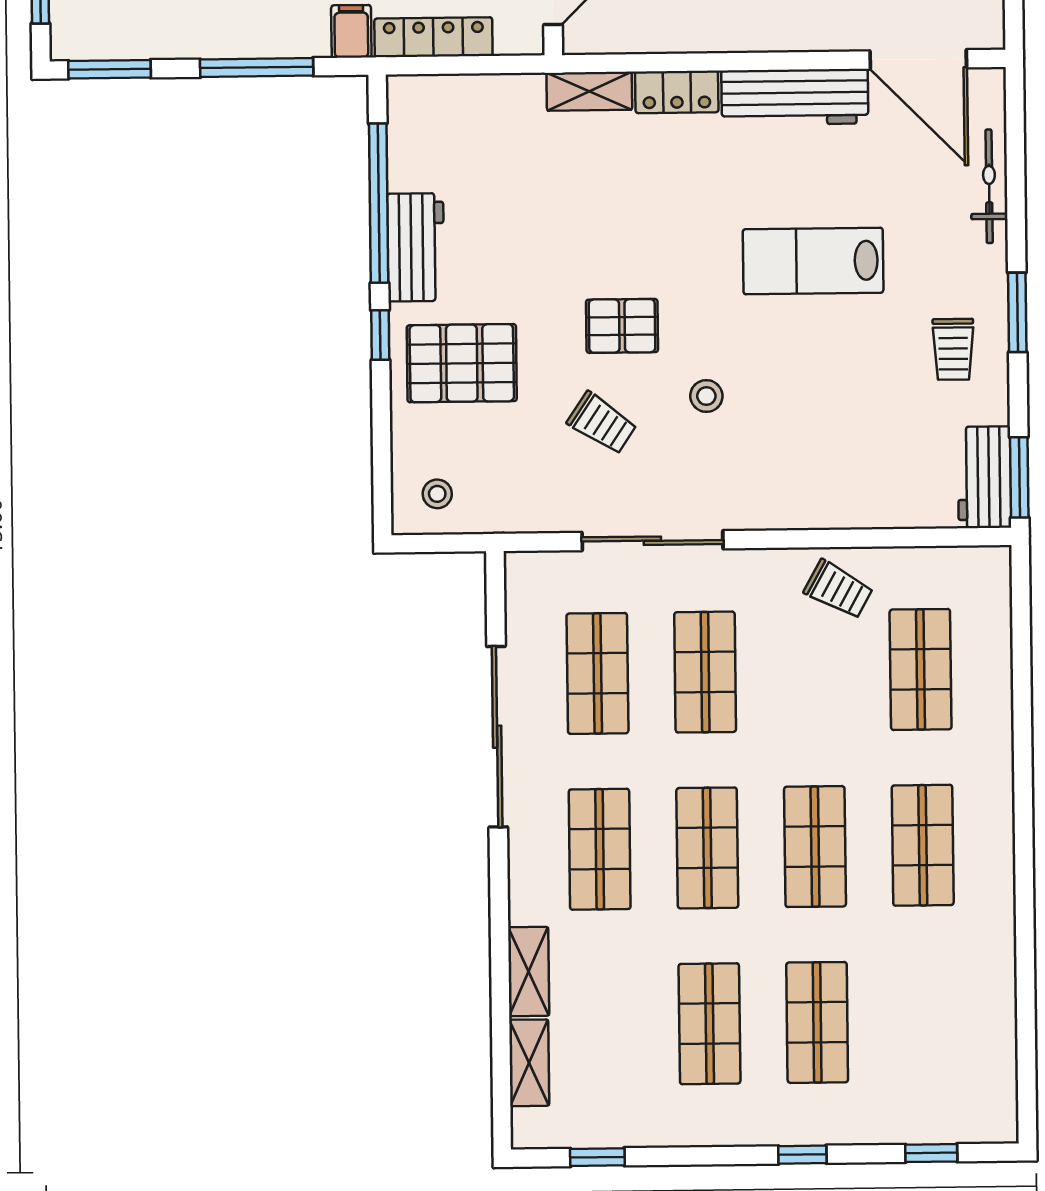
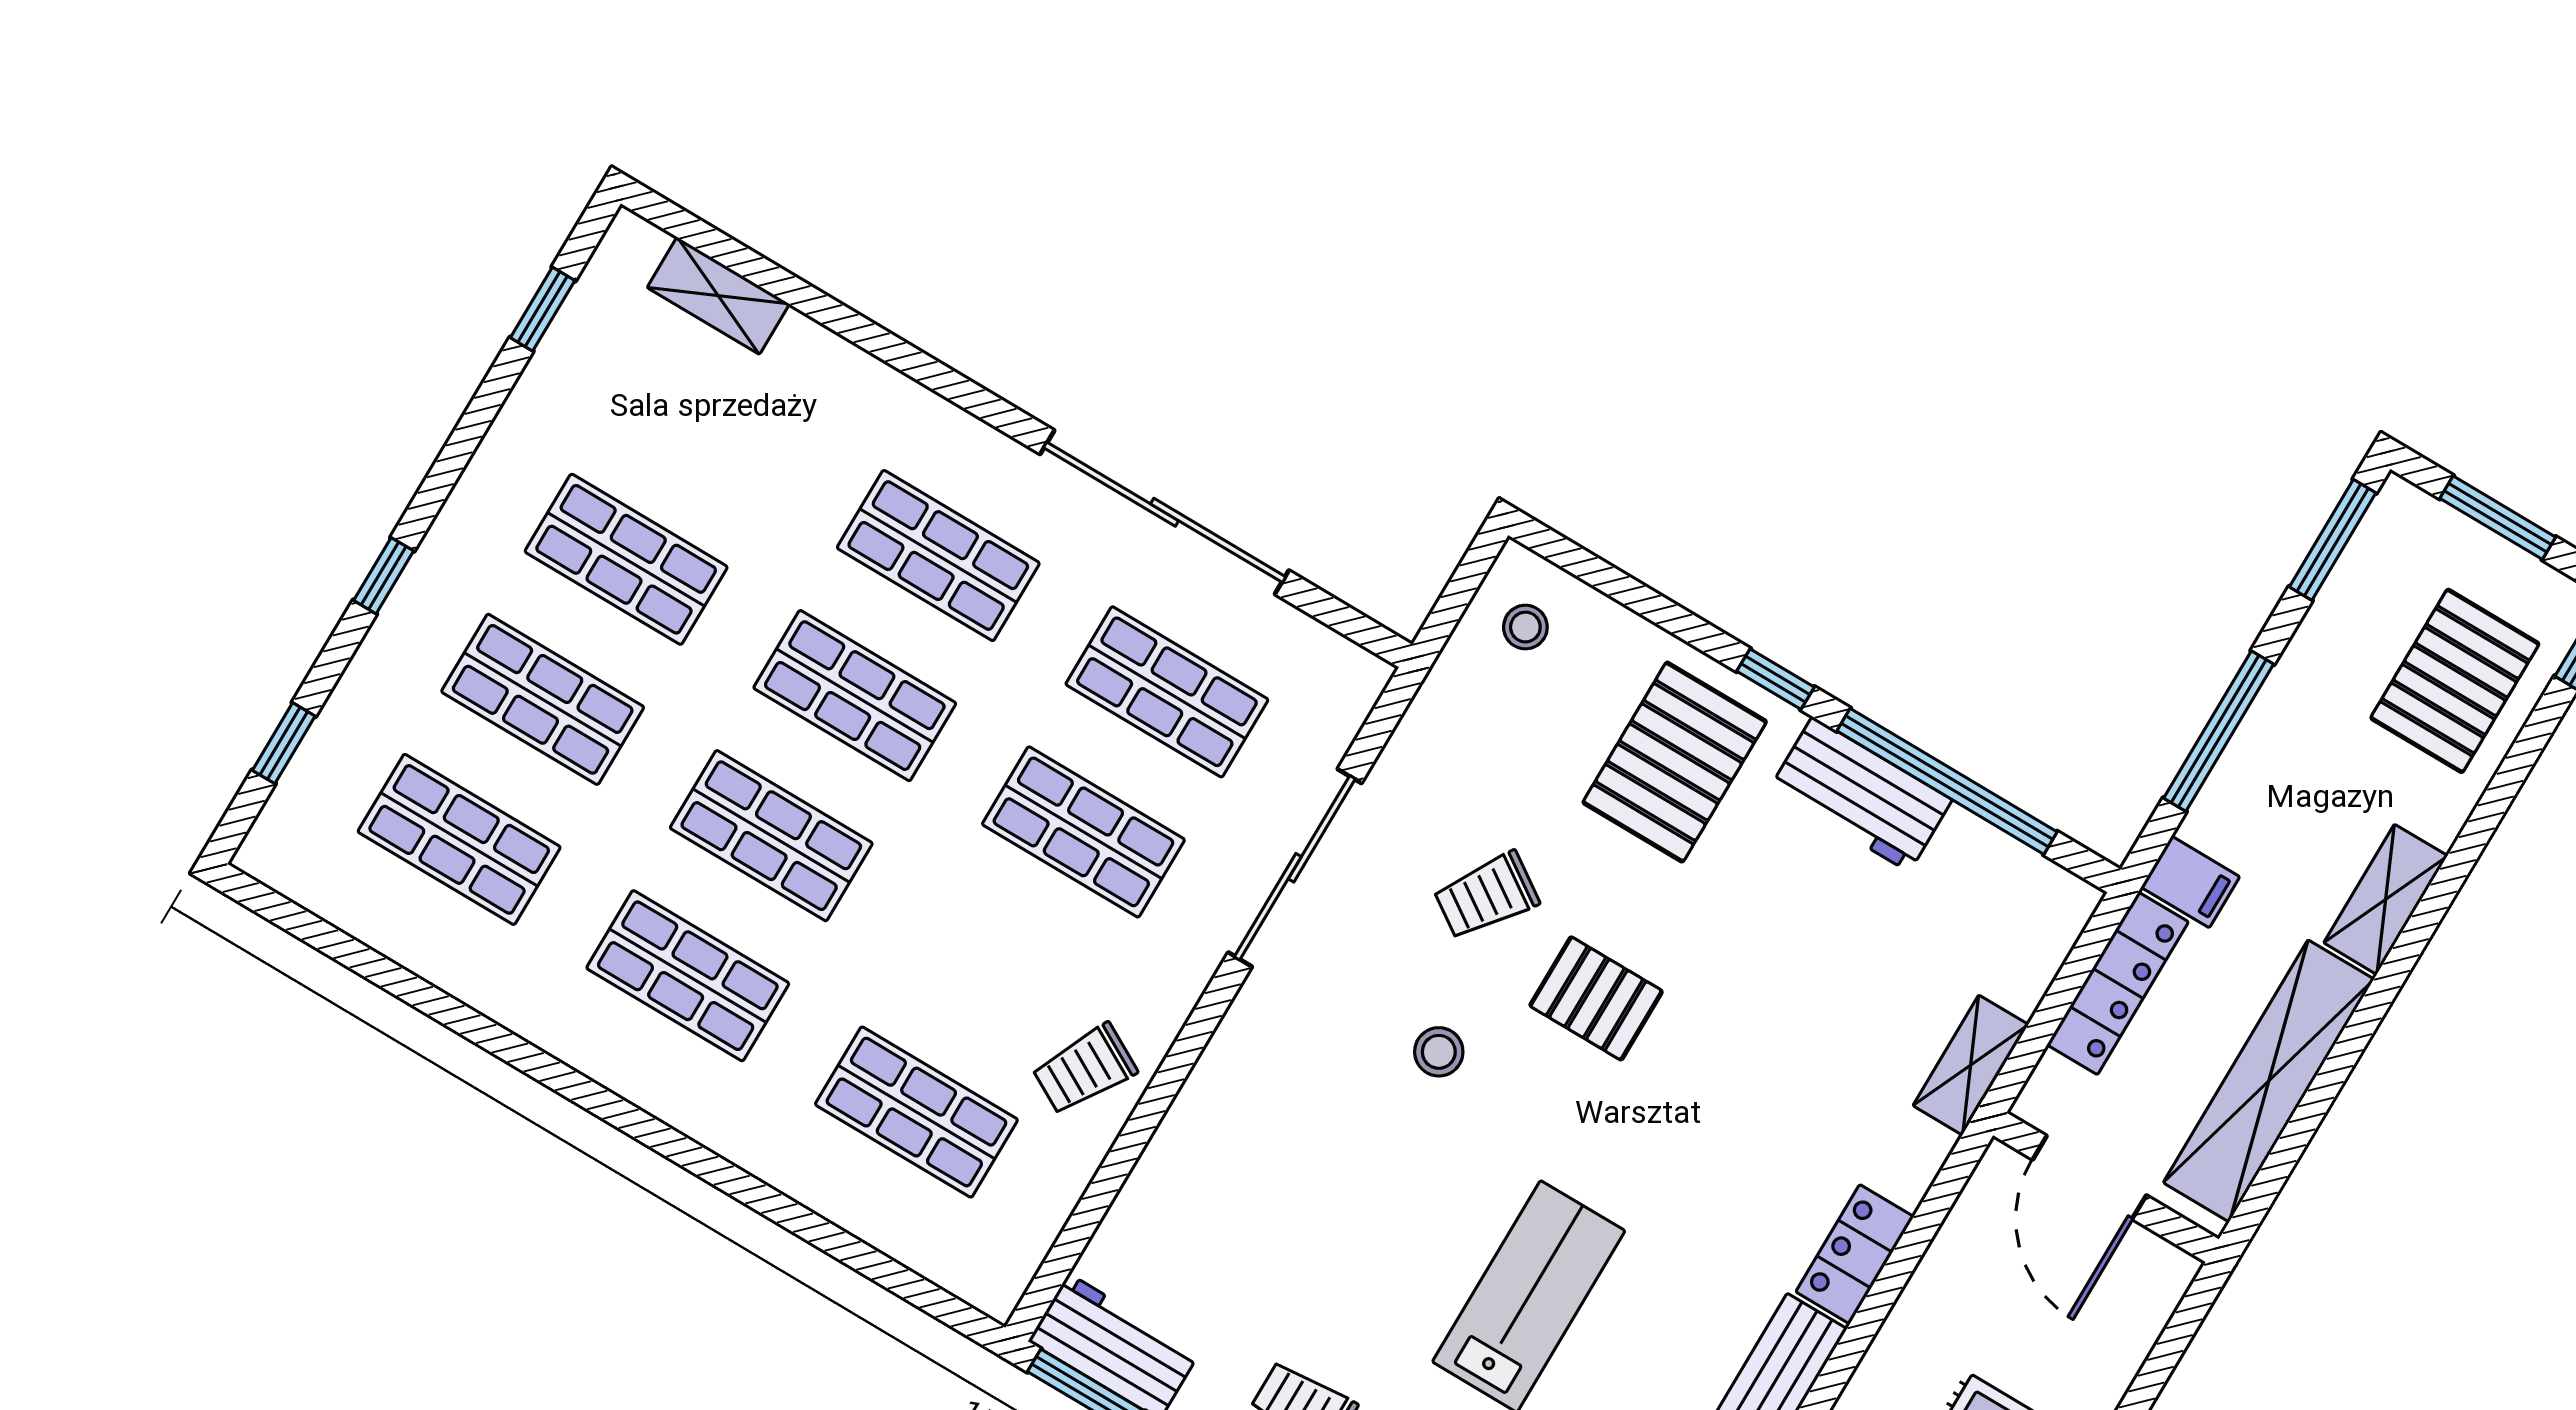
shelving: (589, 91) -> (1971, 1065), moved
pallet: (622, 326) -> (1596, 998), turned 90
shelving: (529, 972) -> (837, 367), removed
shop shelf: (925, 1021) -> (459, 839), added

